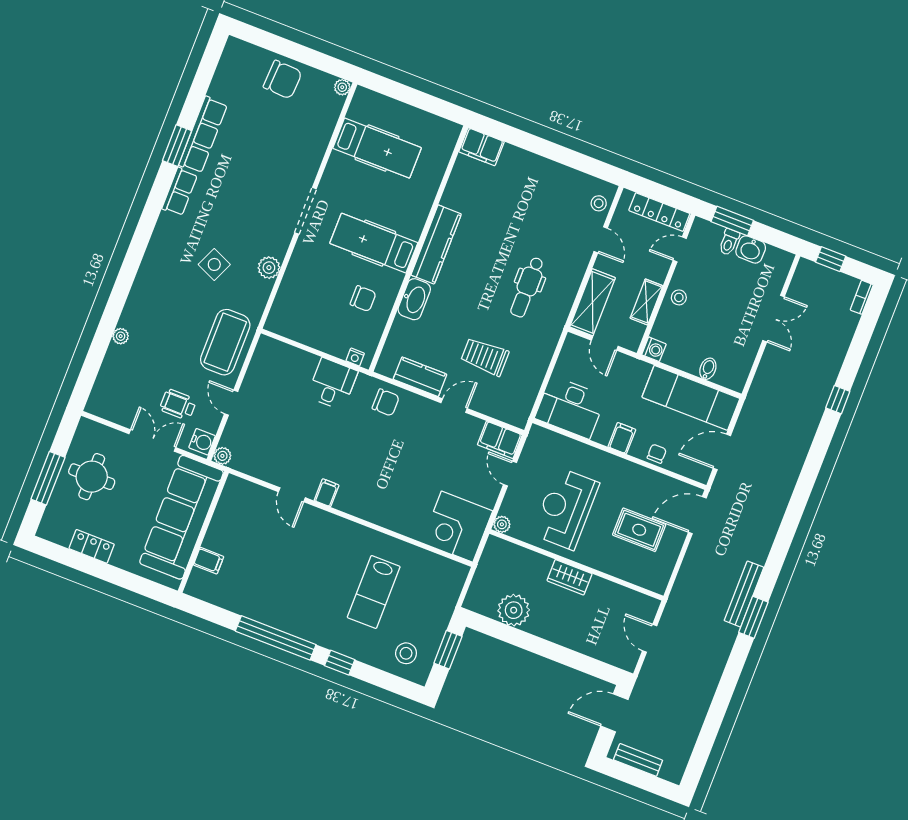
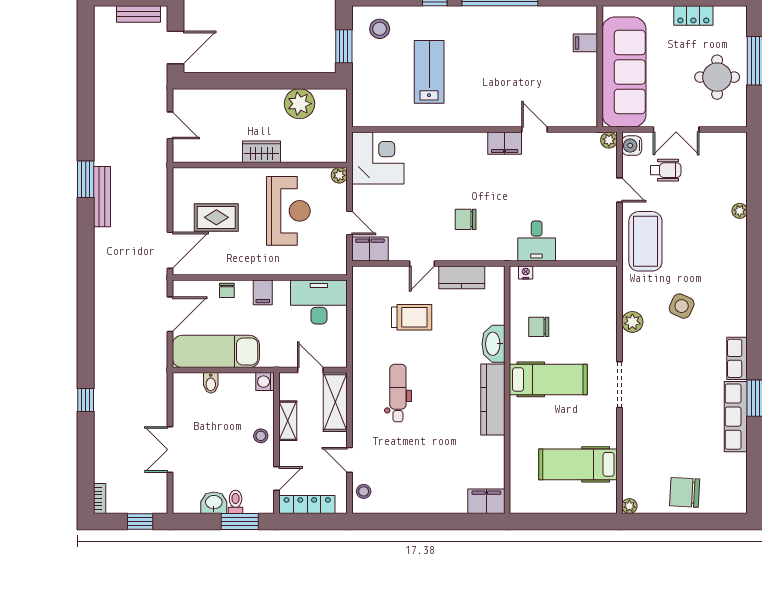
chair: (386, 402) -> (466, 219), moved
filing cabinet: (327, 493) -> (505, 143), width x2.00

